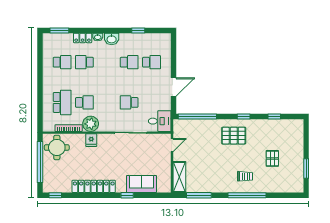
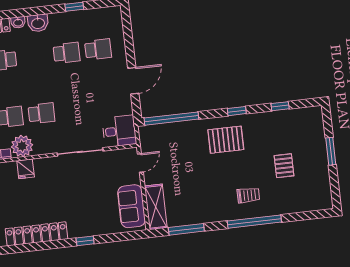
school desk: (129, 102) -> (41, 113), moved, turned 180
window: (306, 168) -> (331, 151), moved
sofa: (141, 184) -> (132, 206), moved, turned -90

